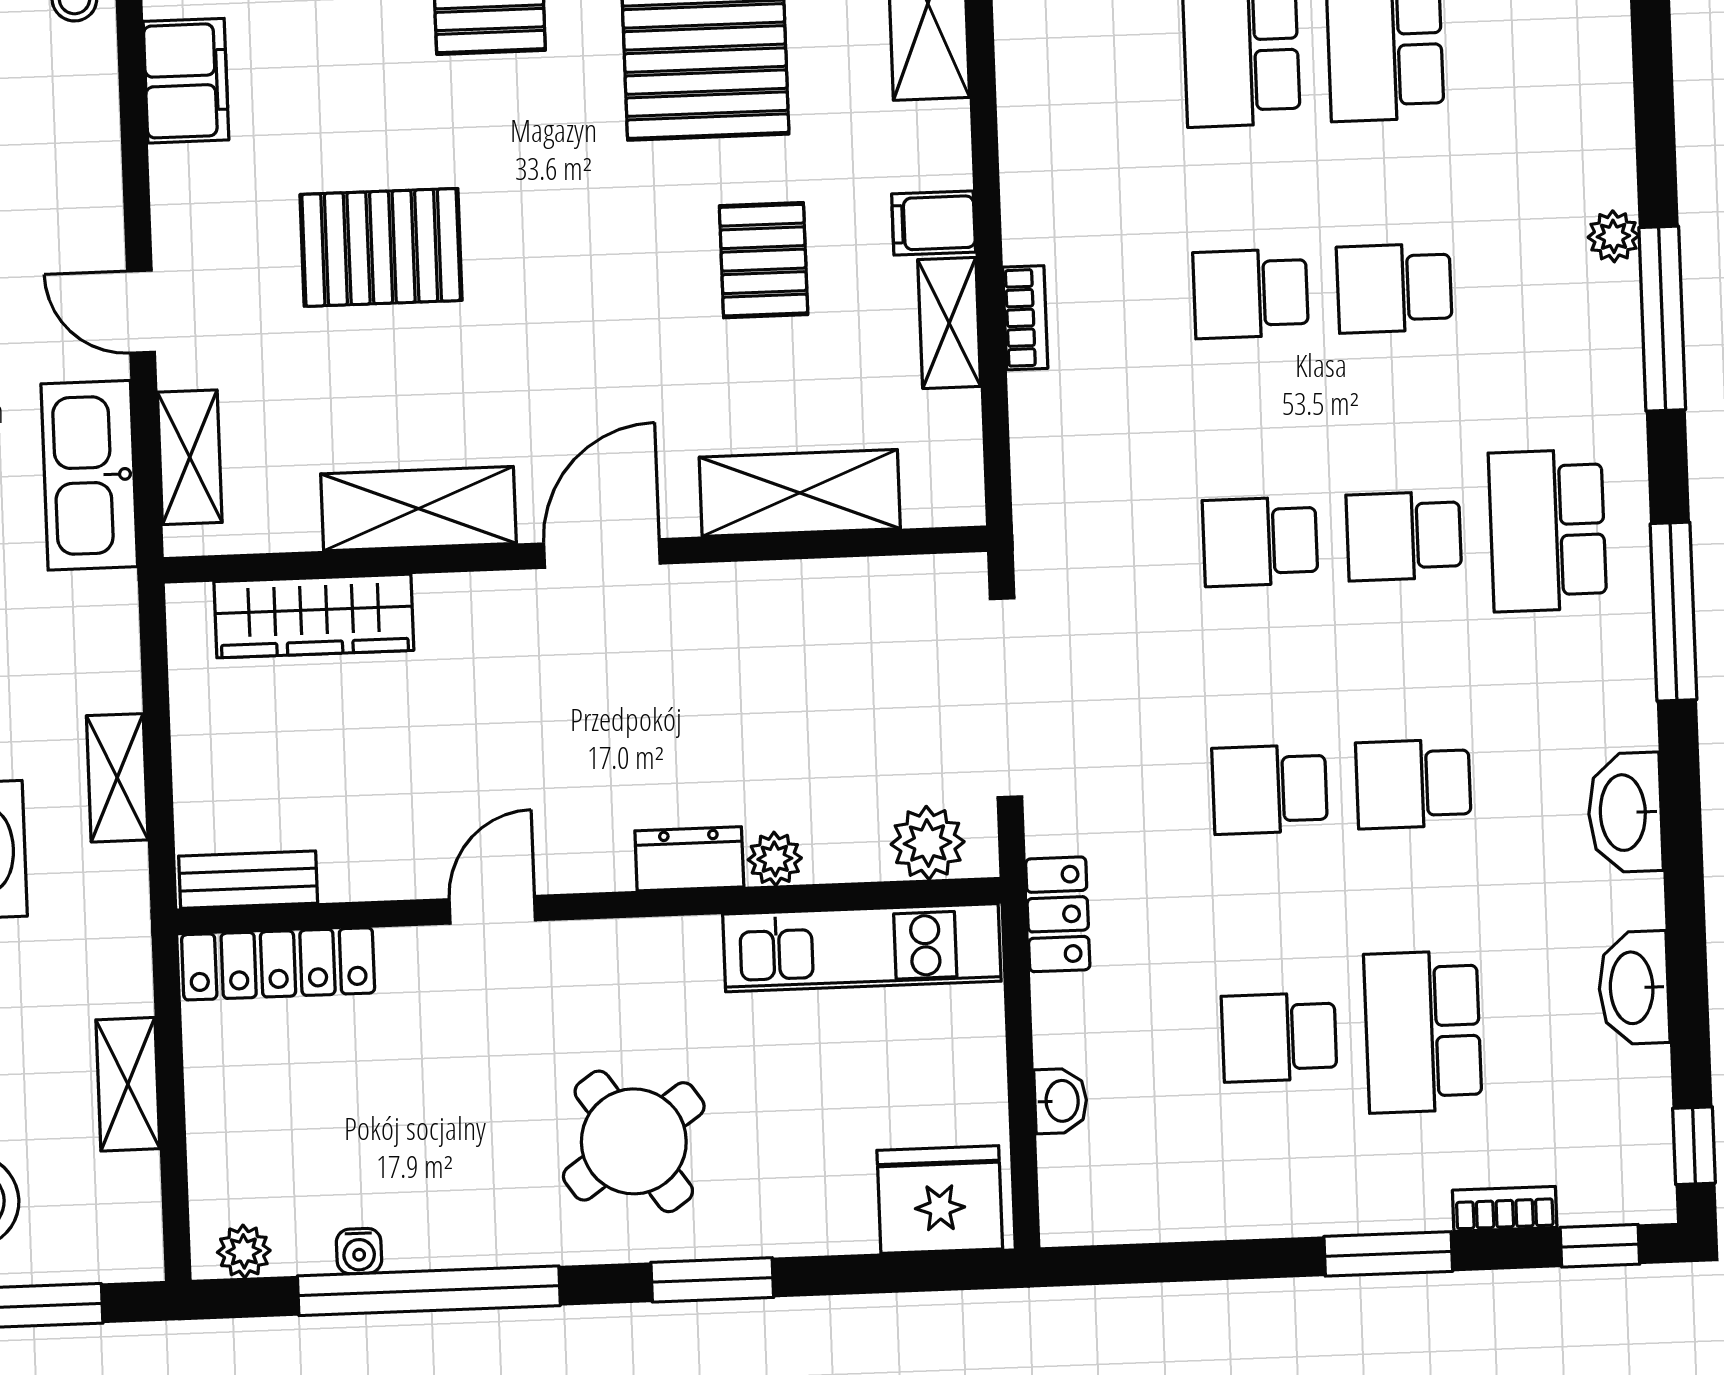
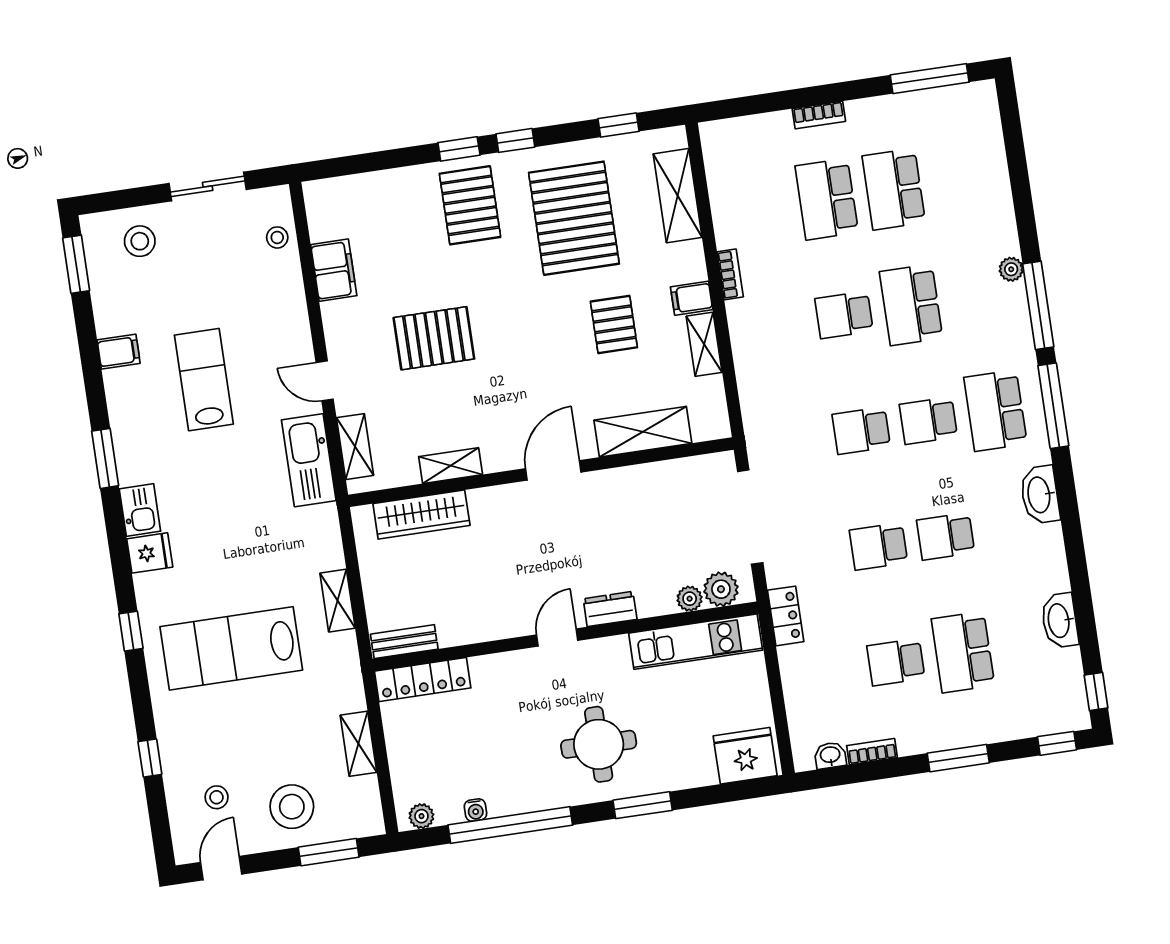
school desk: (1394, 288) -> (911, 305), width x1.85
bookcase: (1025, 318) -> (730, 274), moved
shelving: (418, 509) -> (451, 466), width x0.67, depth x0.75
window: (1673, 612) -> (1053, 406), moved
washbasin: (1625, 813) -> (1040, 495), moved
plant: (775, 859) -> (690, 599), moved
door: (492, 910) -> (557, 638), moved
washbasin: (1061, 1101) -> (830, 755), moved, turned -90
round table: (634, 1141) -> (599, 744), turned 35
bookcase: (1505, 1209) -> (872, 752), moved

